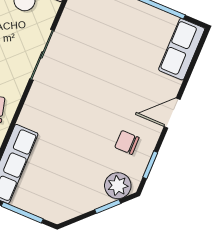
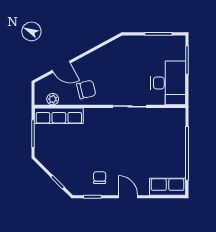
plant: (118, 186) -> (72, 183), removed

